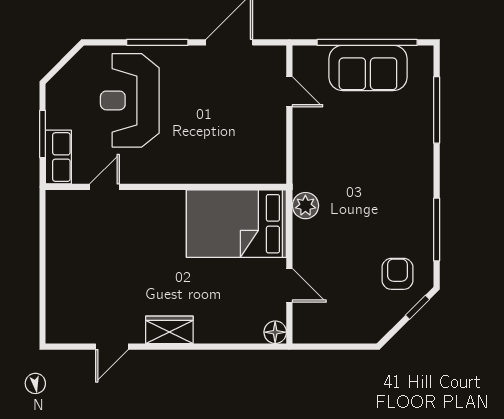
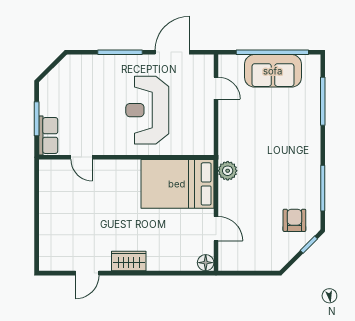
reception desk: (130, 100) -> (147, 110), moved
door: (104, 187) -> (82, 157), swing flipped

